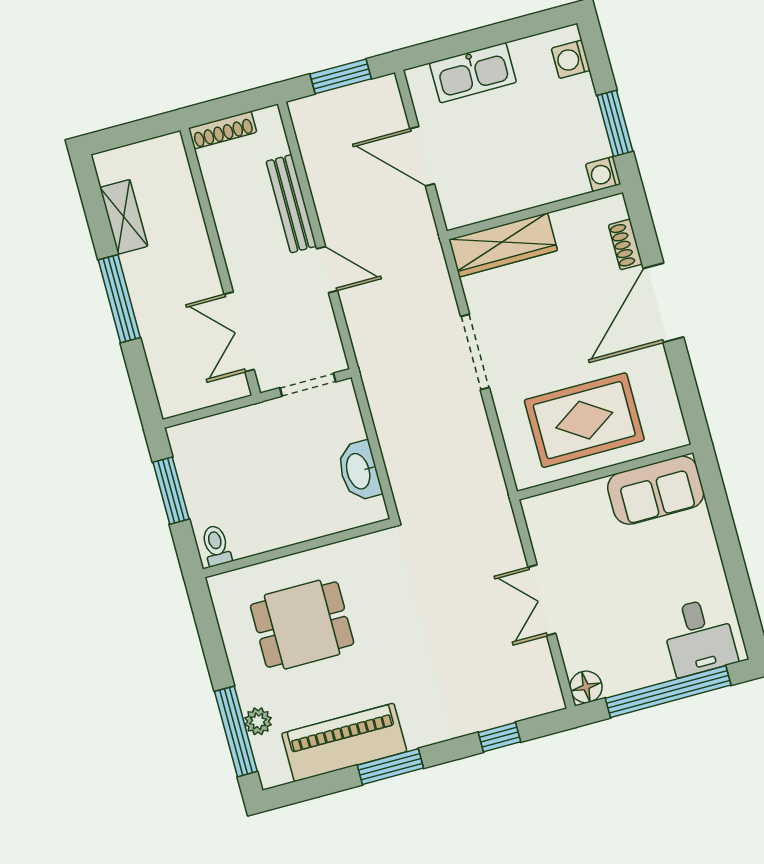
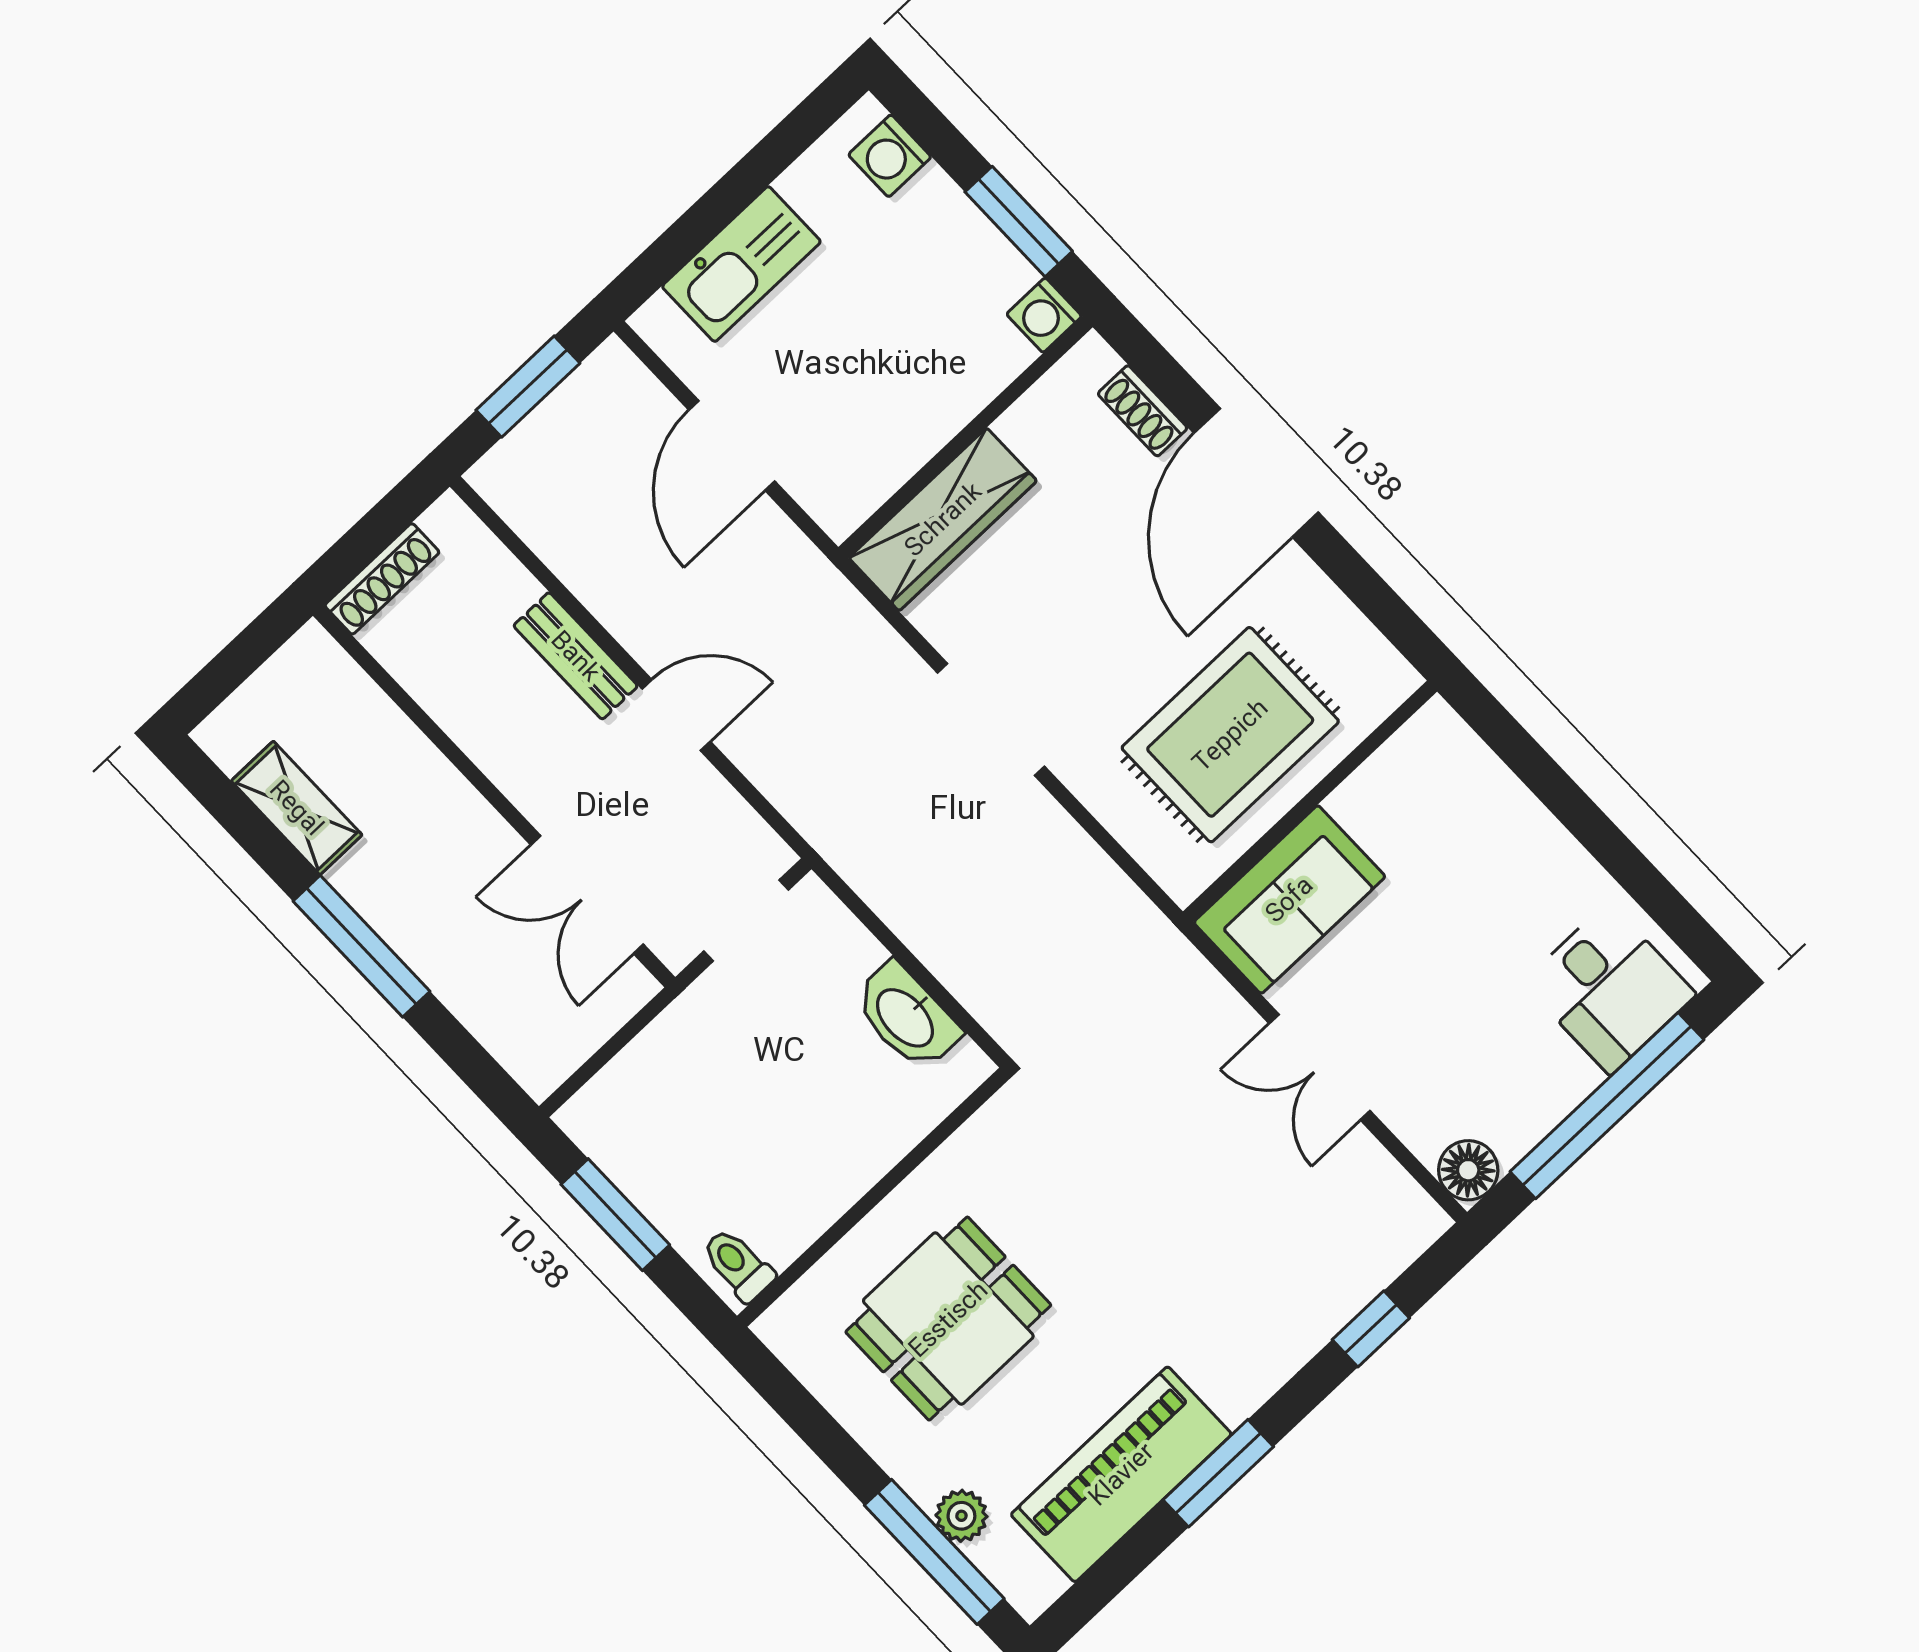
door: (422, 156) -> (732, 446), hinge flipped
bench: (291, 204) -> (576, 656), width x0.73
sofa: (656, 490) -> (1289, 899), moved

